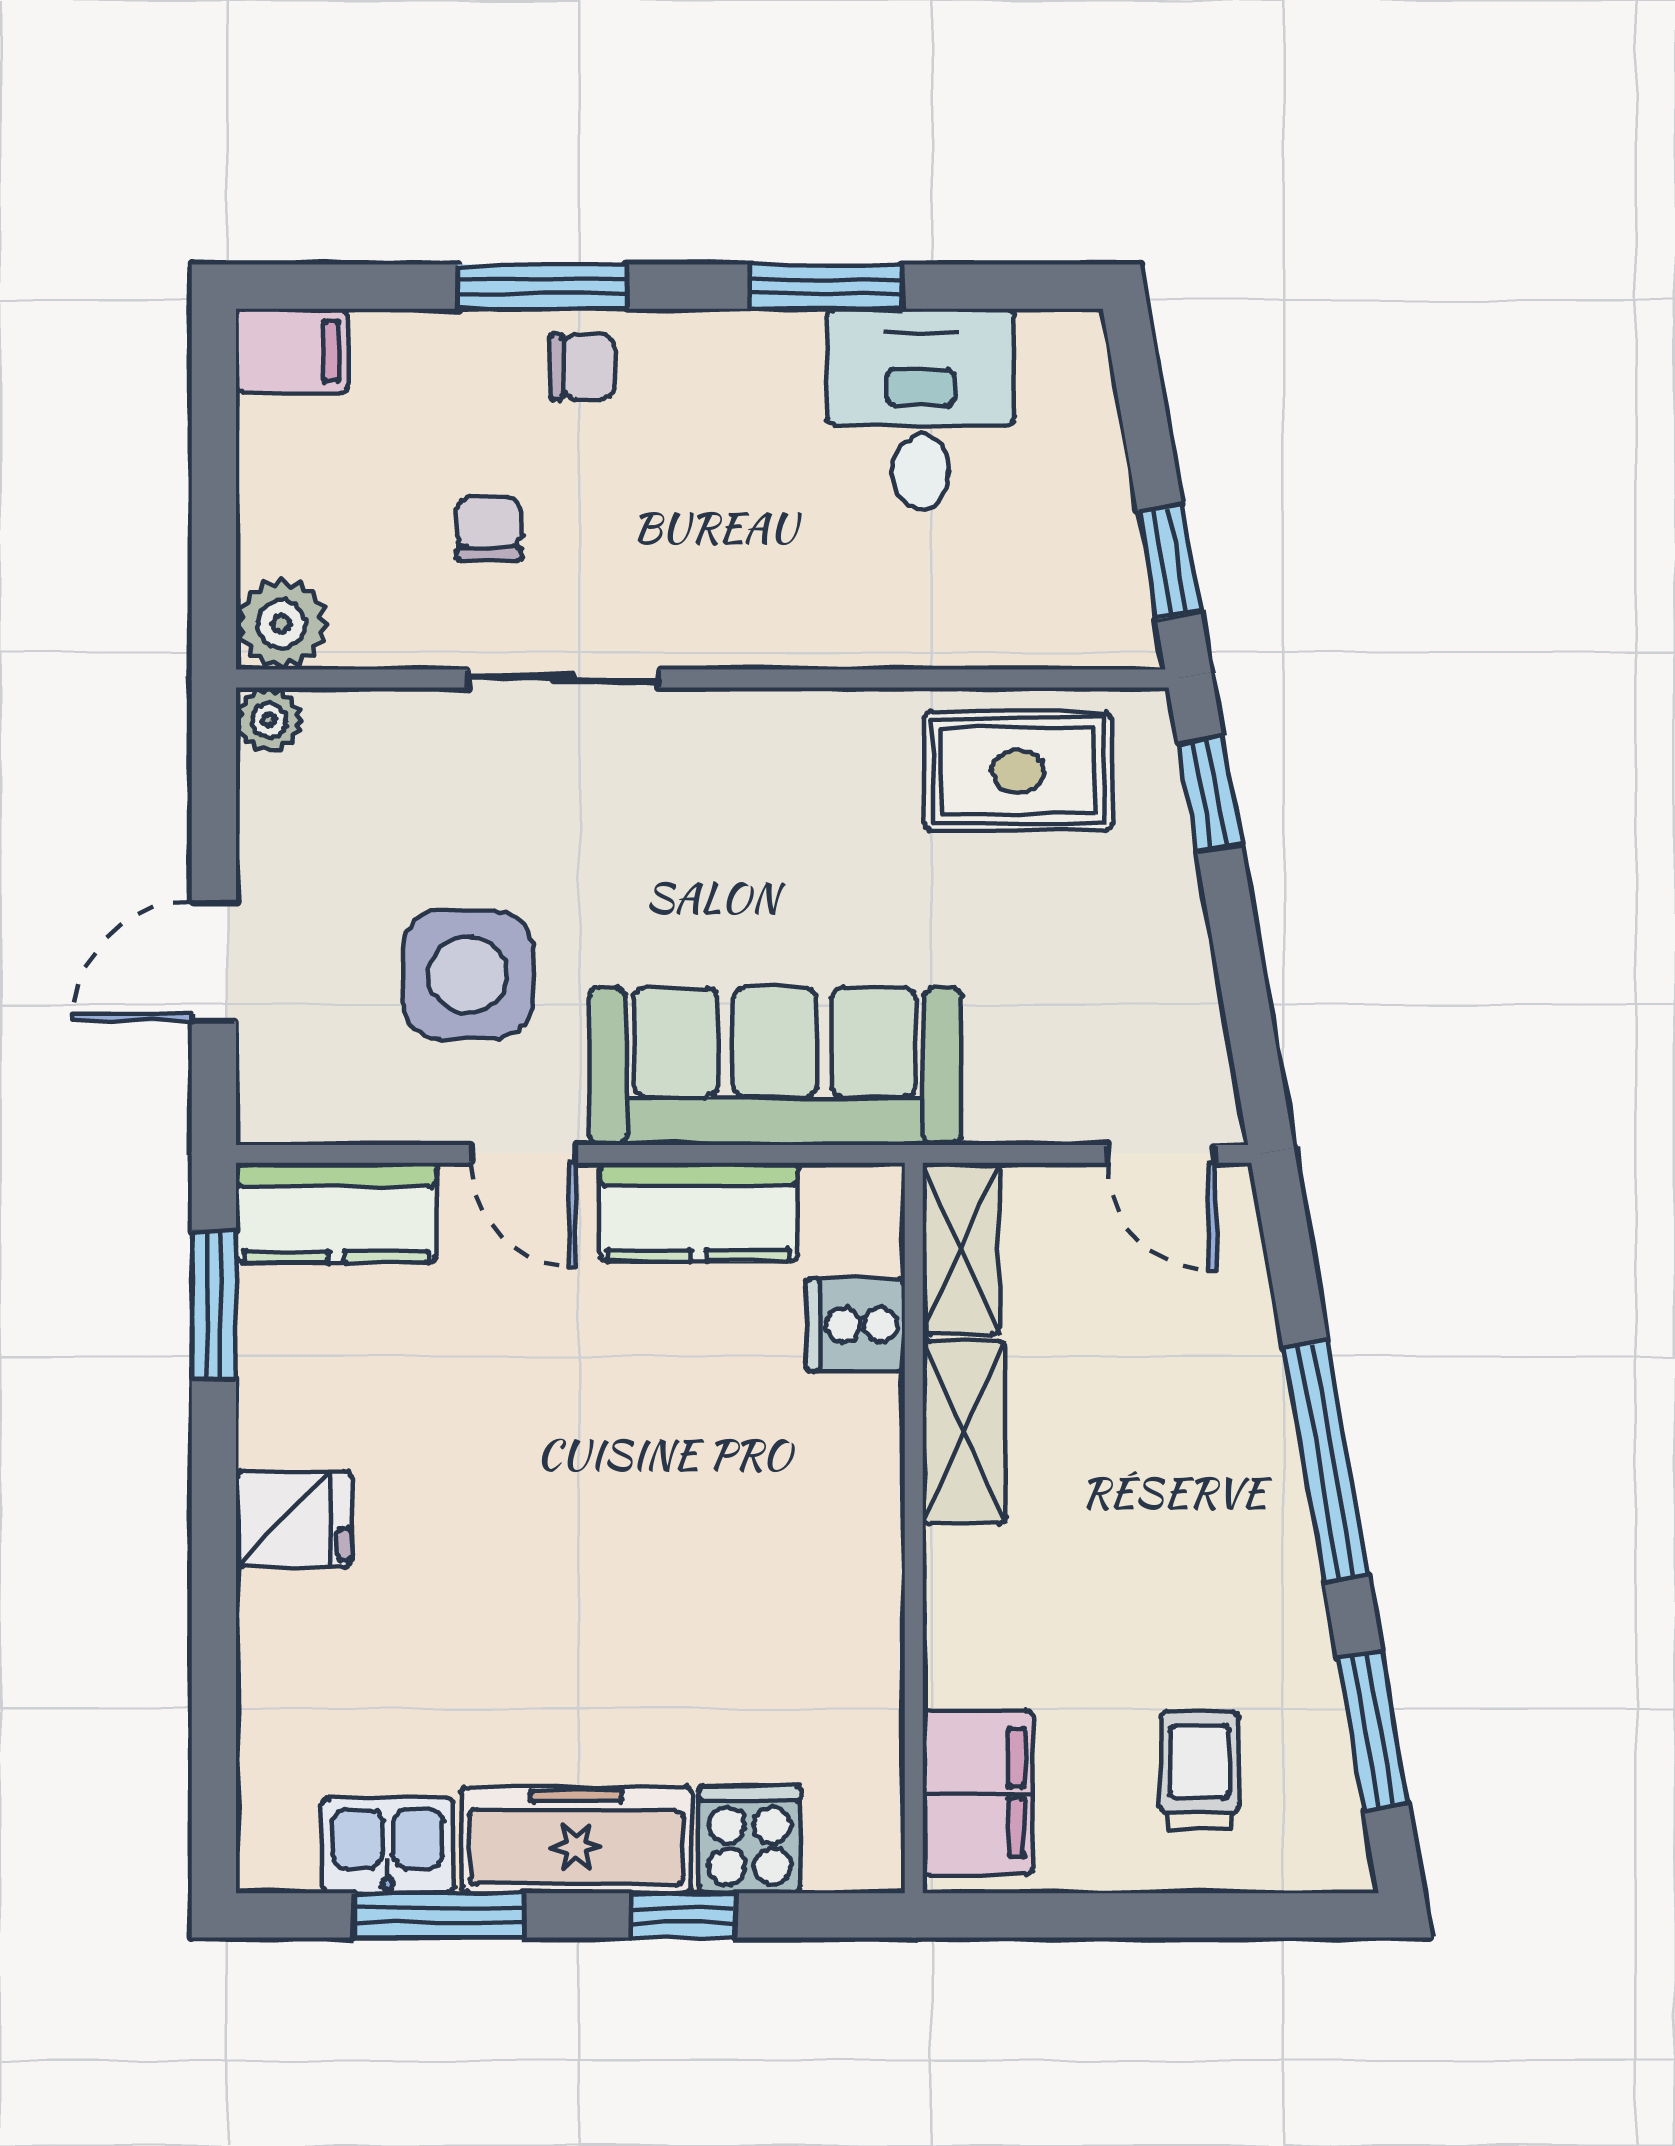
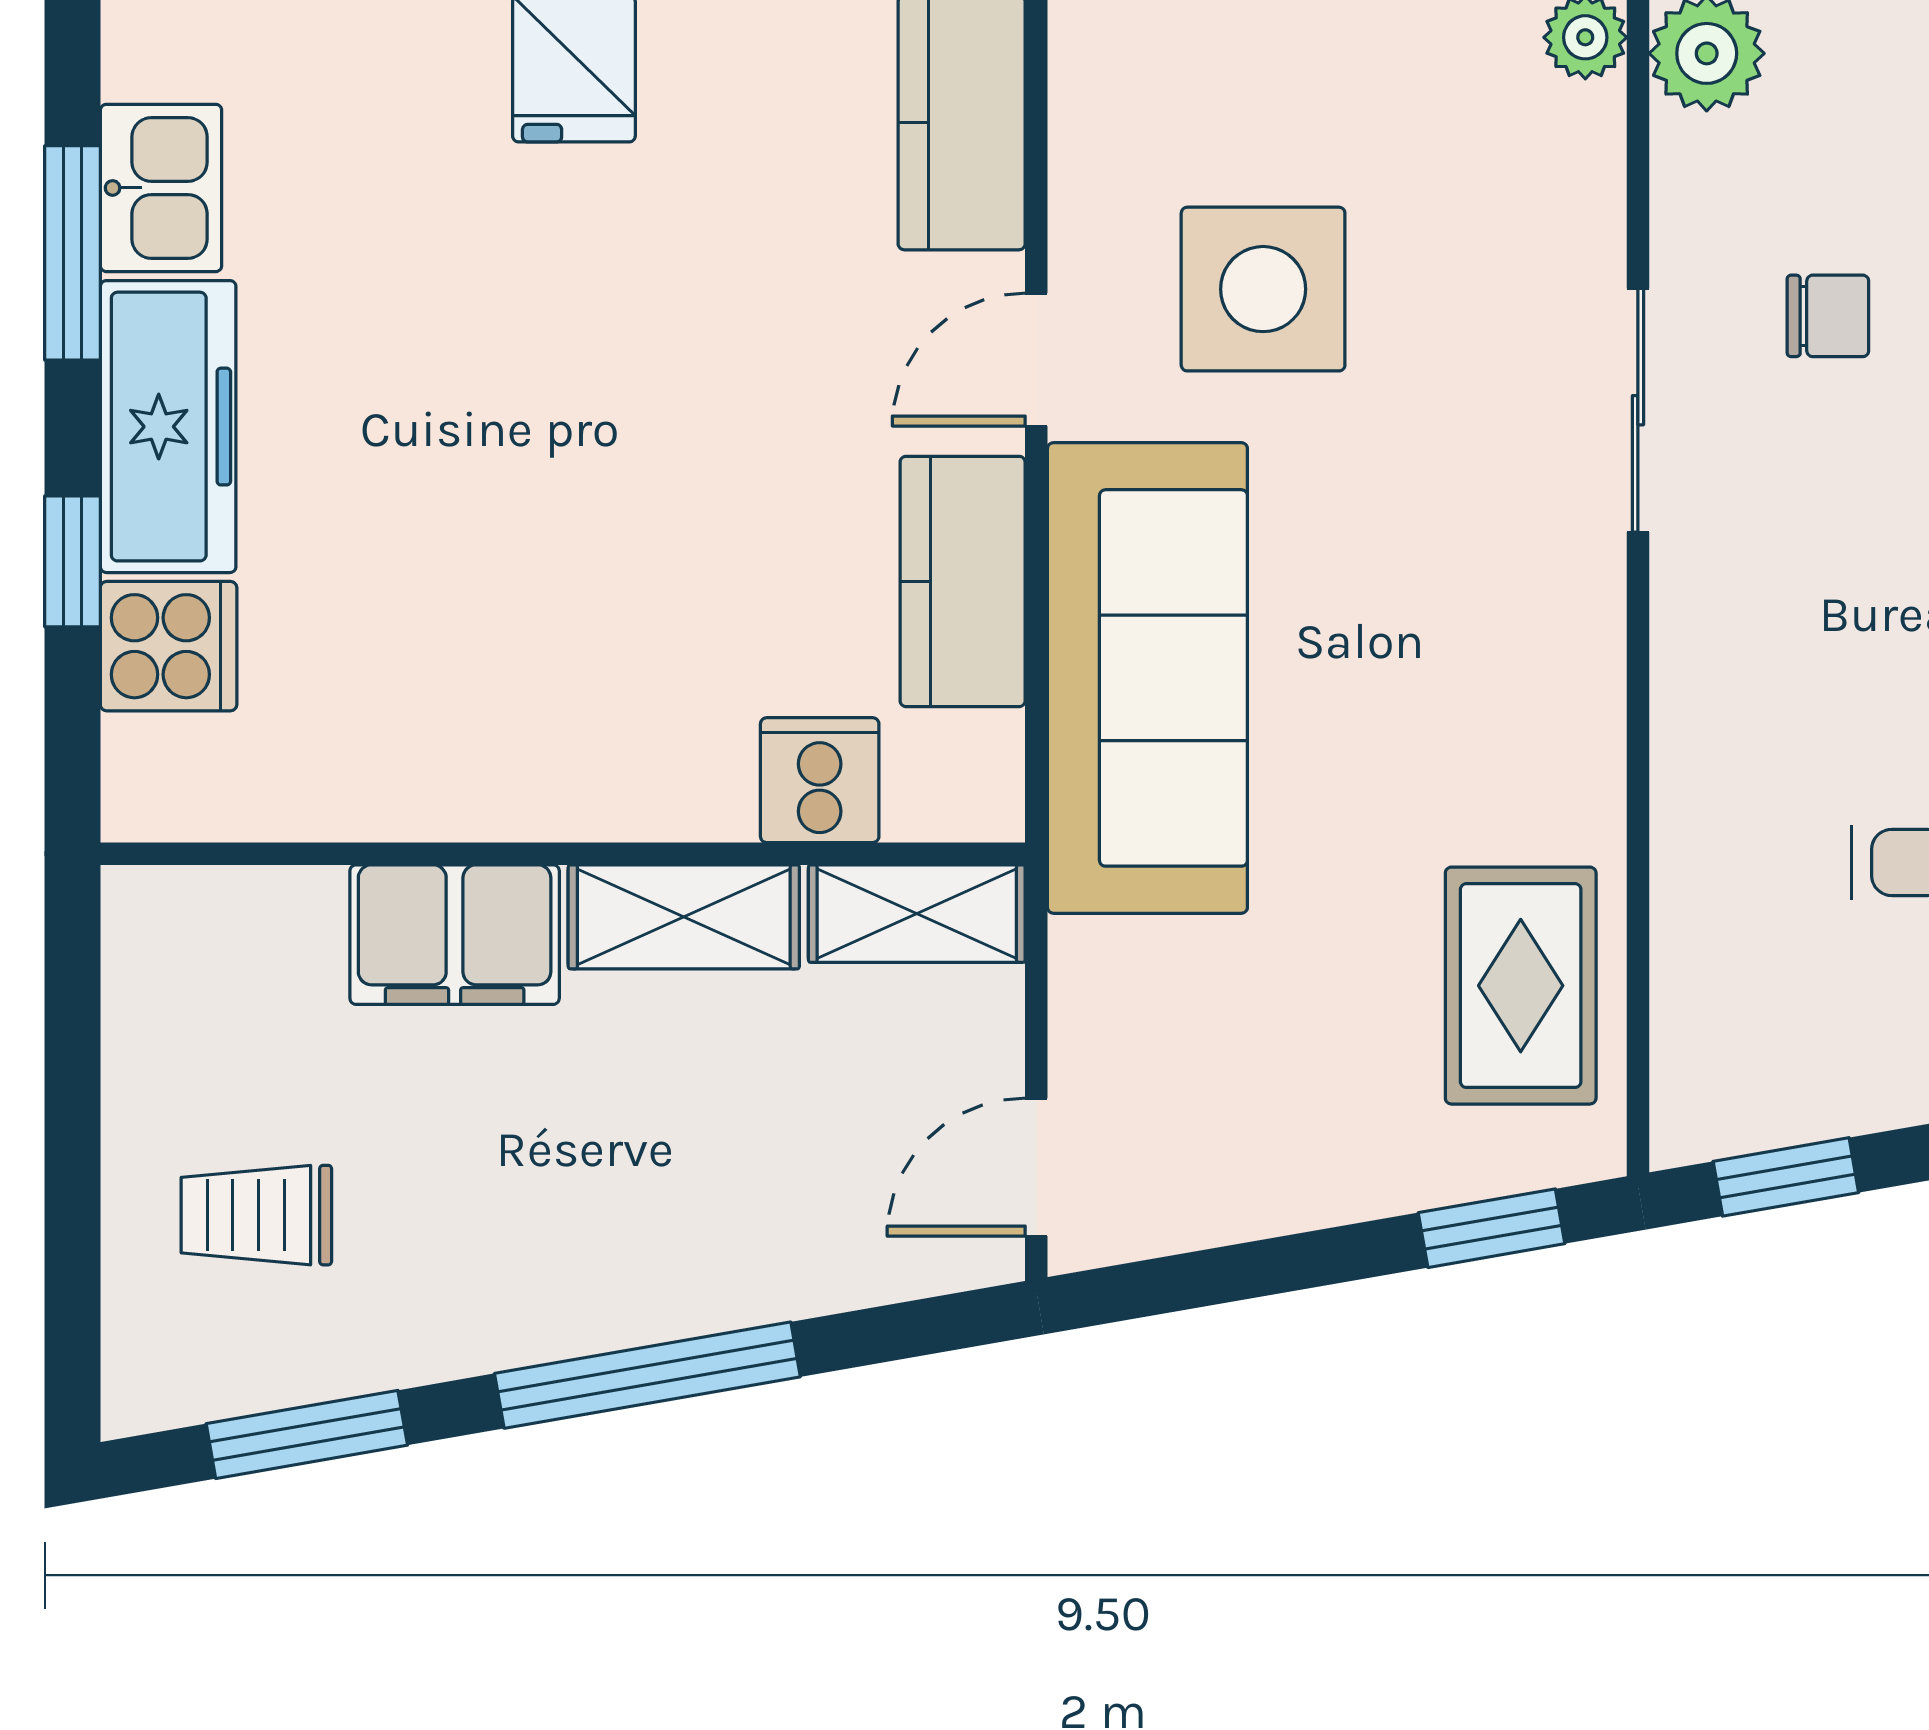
trolley: (1199, 1770) -> (256, 1215), turned 180
filing cabinet: (978, 1793) -> (455, 935), moved

